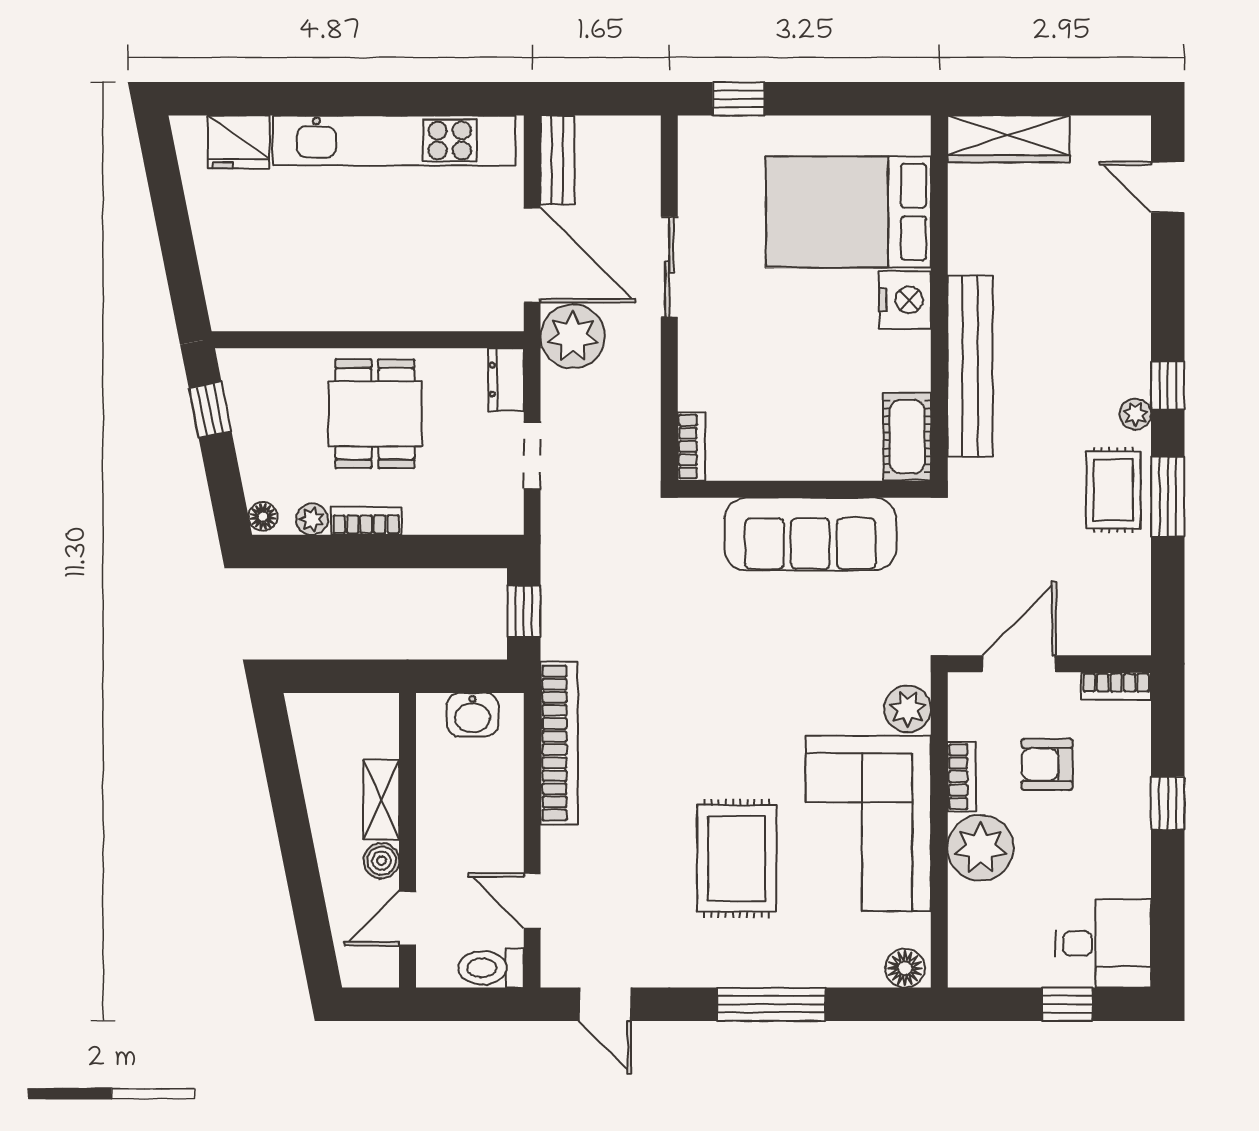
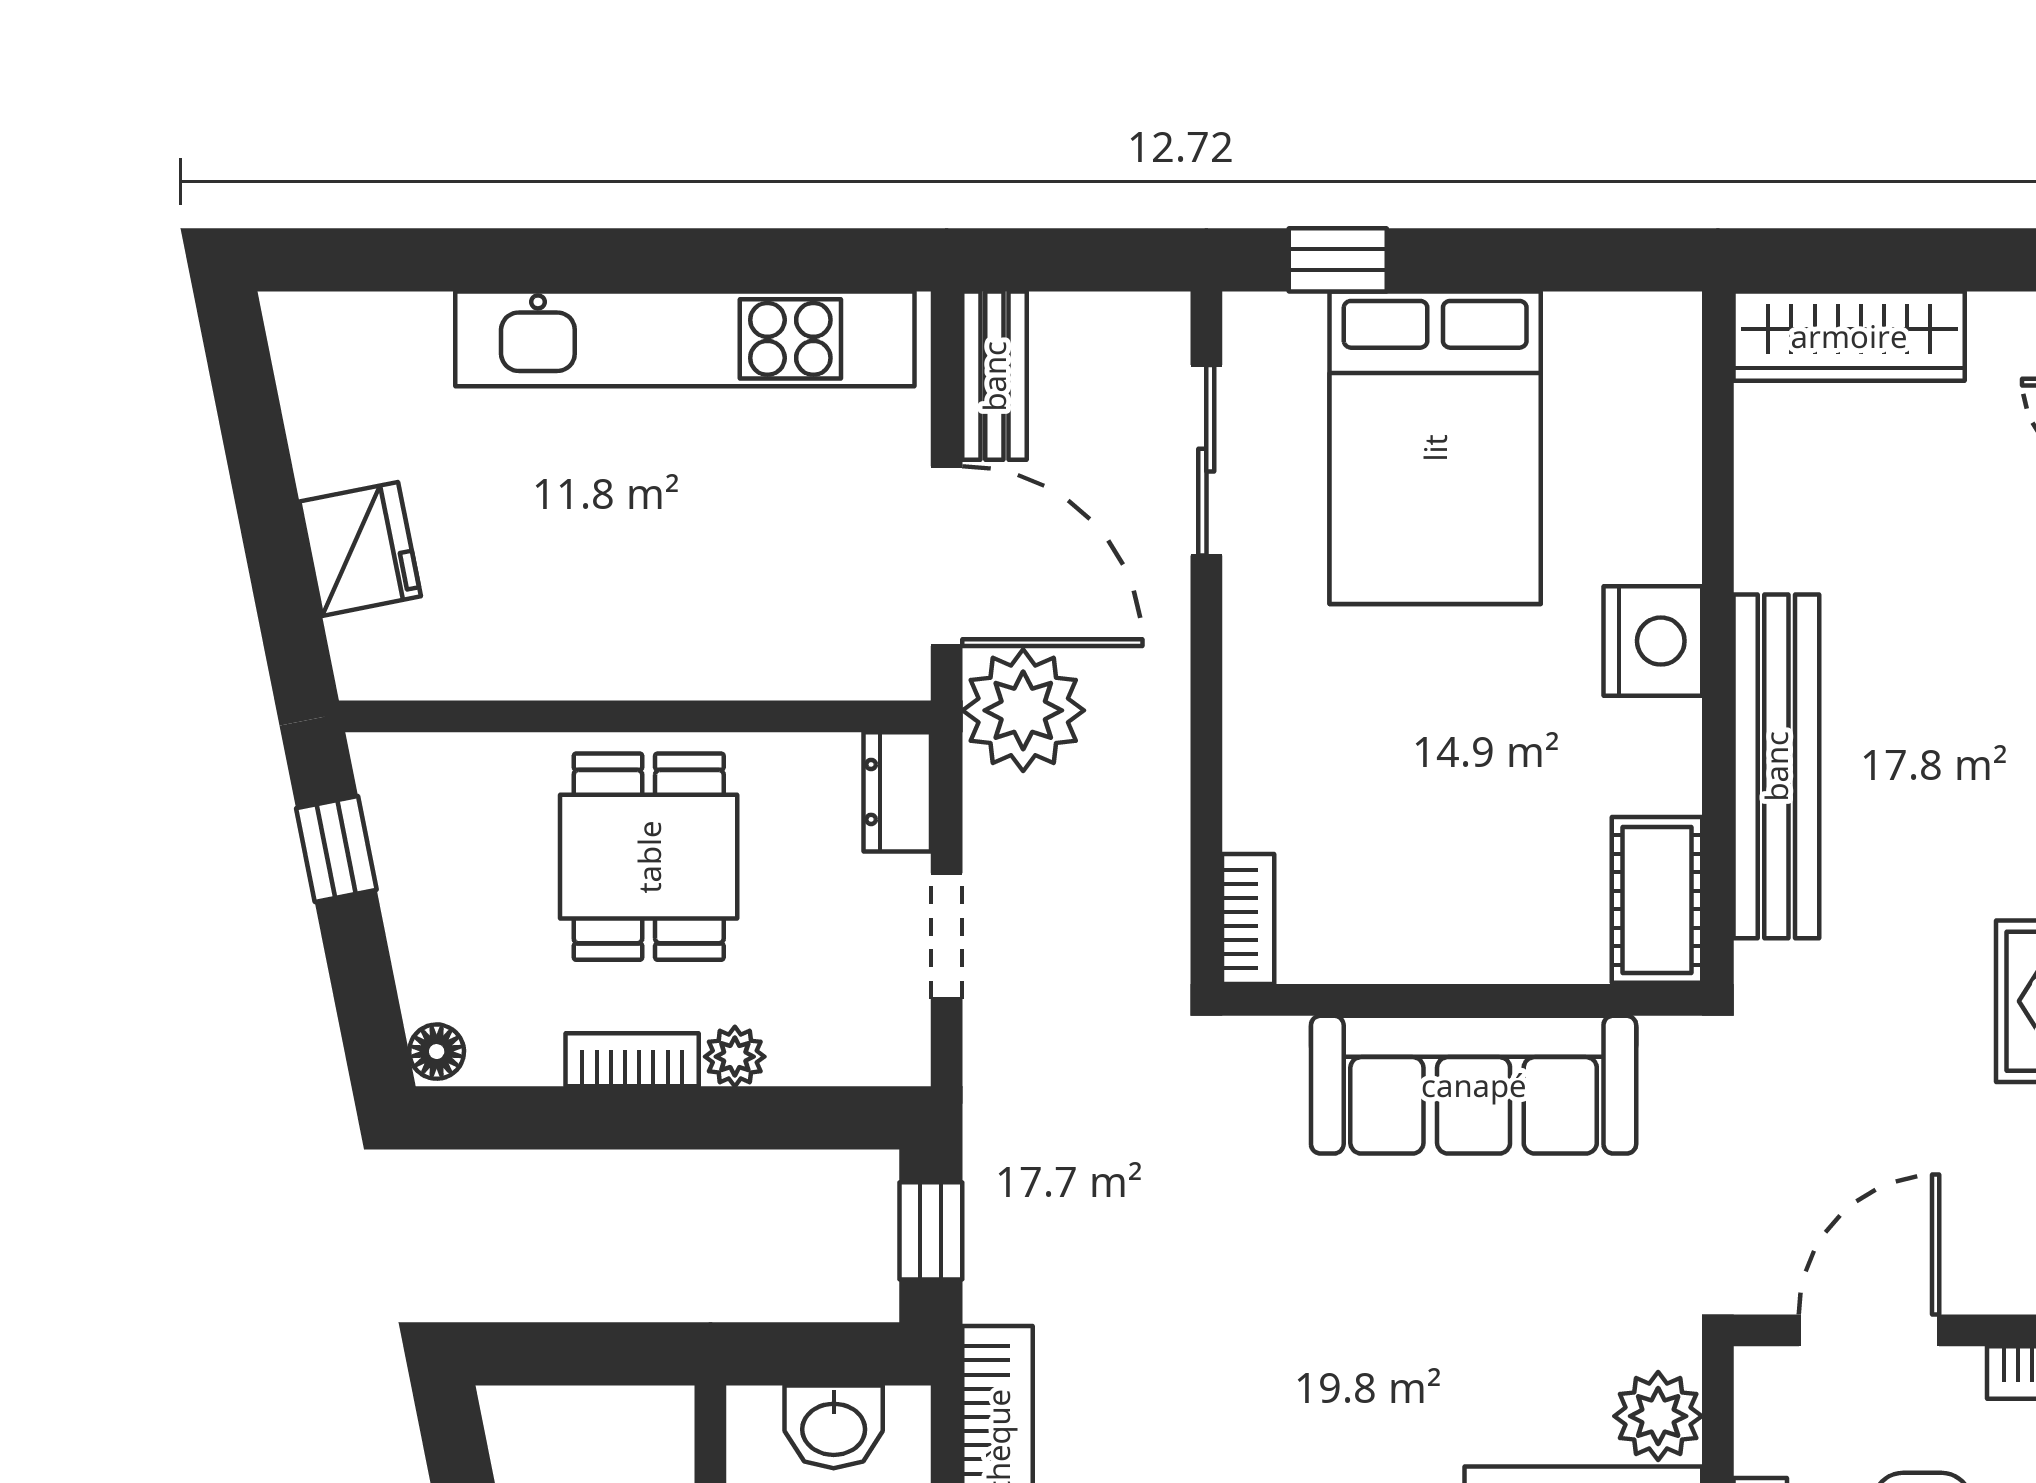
fridge: (239, 142) -> (360, 549), moved, turned -101
bed: (848, 212) -> (1435, 448), moved, turned -90
sliding door: (669, 267) -> (1206, 460), moved
plant: (312, 519) -> (735, 1057), moved

